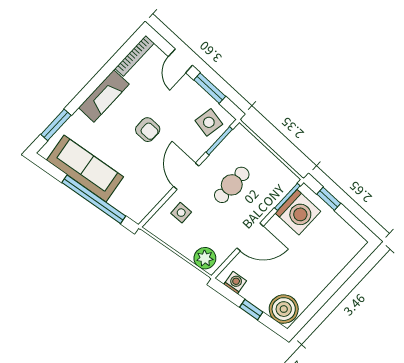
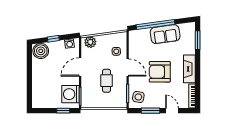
armchair: (148, 130) -> (160, 72), width x1.88, depth x1.88
sofa: (85, 169) -> (165, 34), width x0.73

